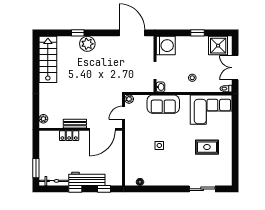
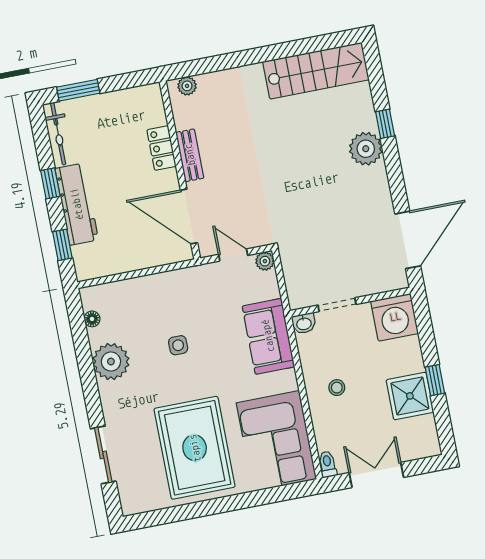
shower: (218, 46) -> (410, 396), moved
rug: (207, 147) -> (195, 448), width x1.86, depth x2.06
plant: (161, 177) -> (111, 362), added

